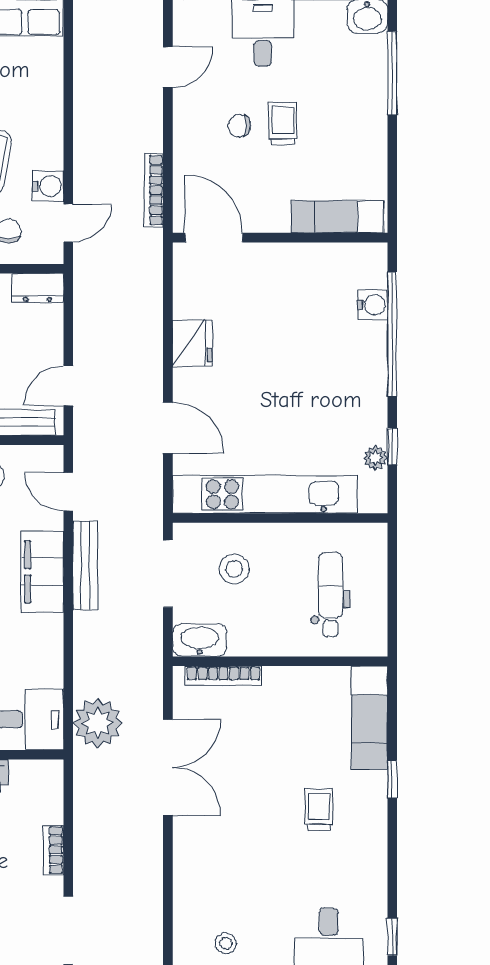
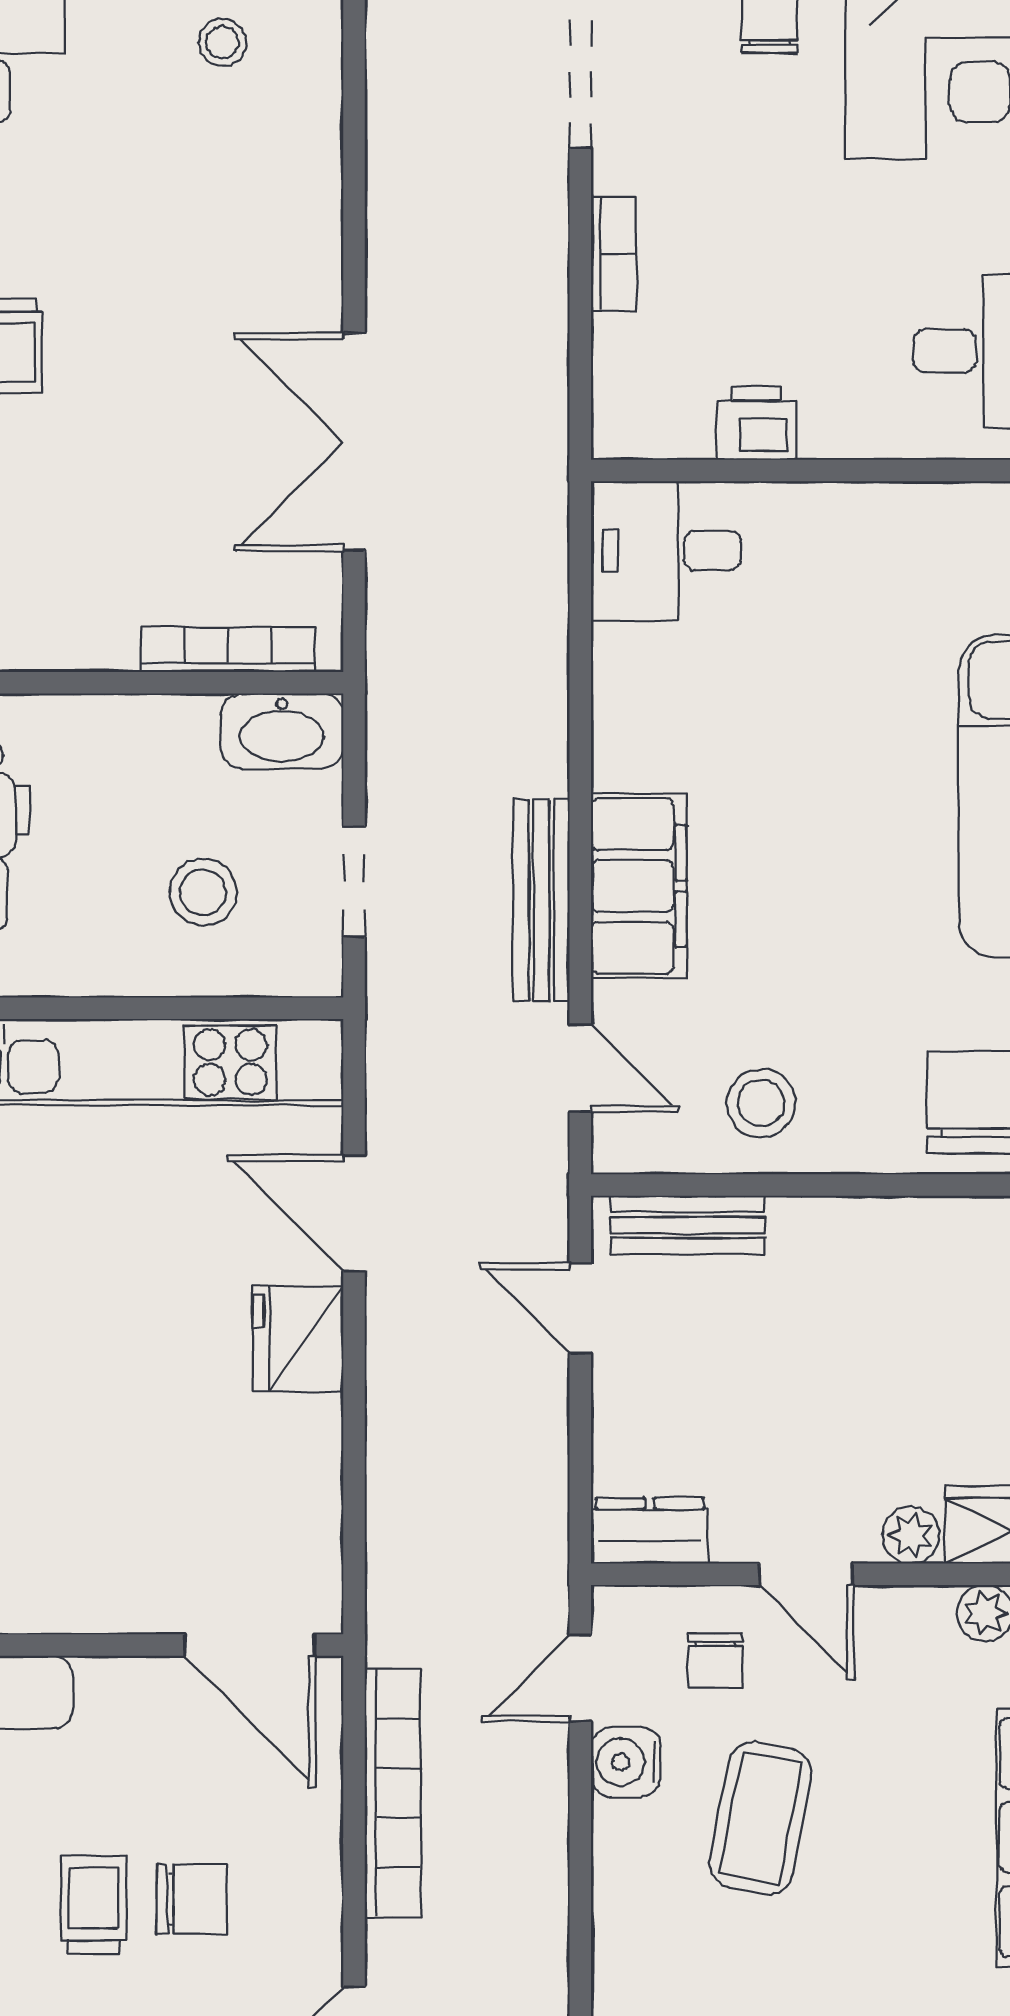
trolley: (283, 123) -> (93, 1905), turned 180
chair: (239, 126) -> (192, 1899), width x1.37, depth x1.37
bookcase: (154, 190) -> (393, 1793), width x1.48, depth x1.31
fridge: (192, 343) -> (298, 1339), moved
door: (68, 386) -> (580, 1308), swing flipped
doorway: (168, 574) -> (354, 882), width x0.73
plant: (98, 723) -> (513, 543), removed

